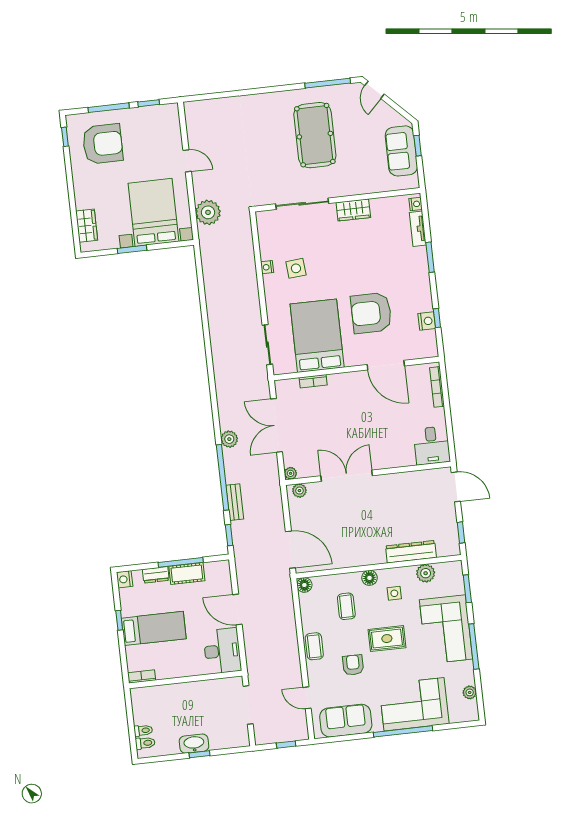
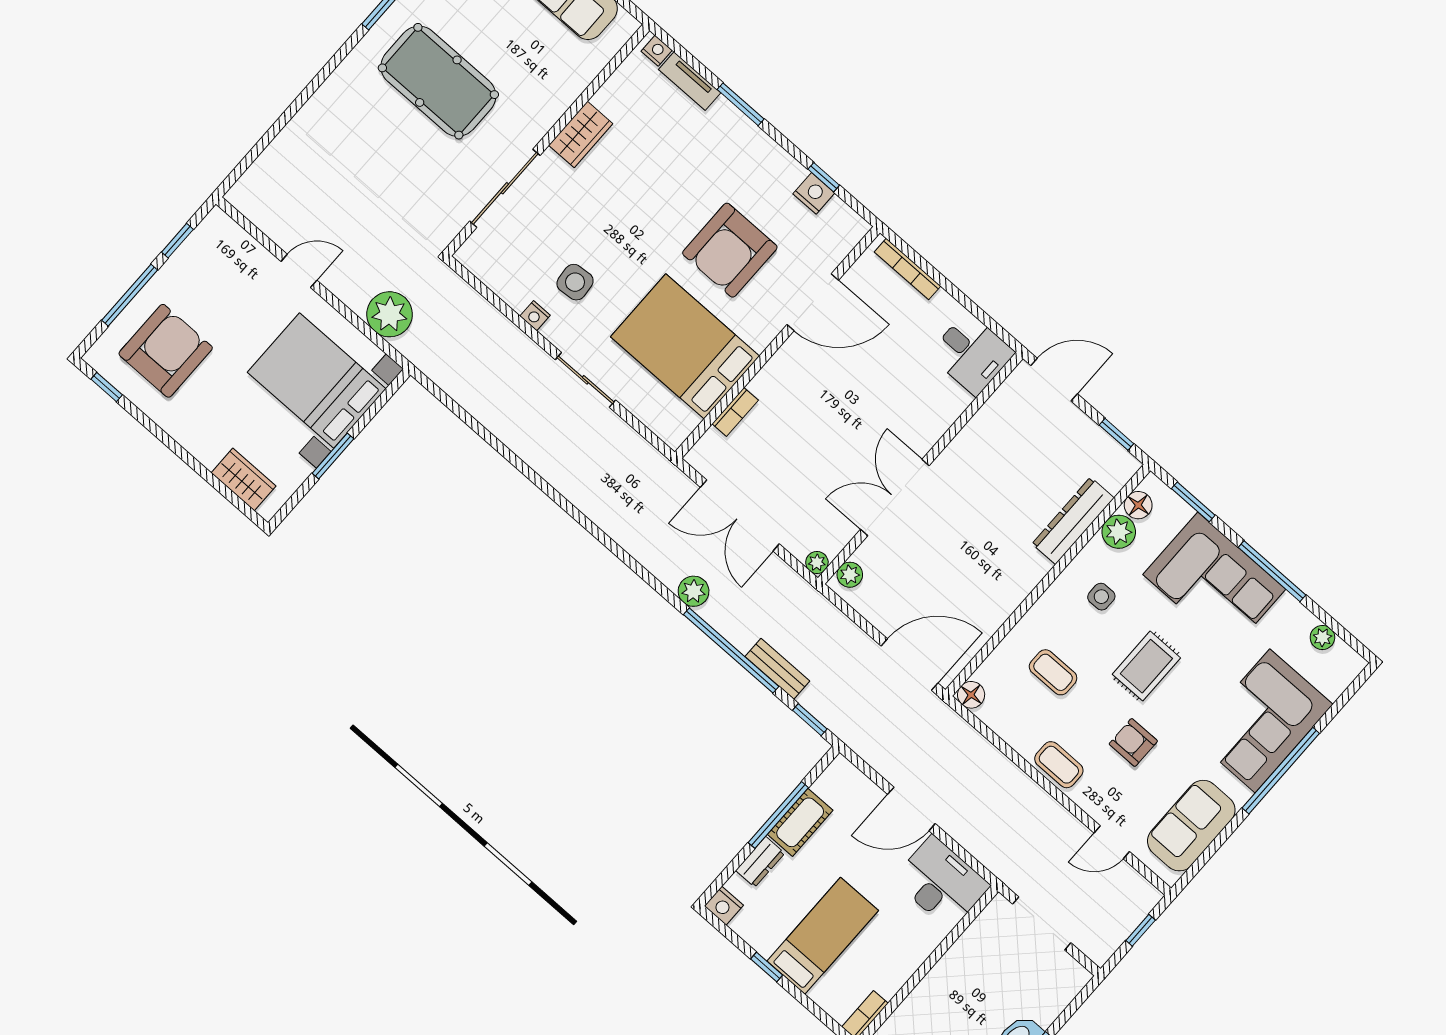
sliding door: (267, 345) -> (585, 380), moved
floor lamp: (369, 578) -> (1138, 505), moved

